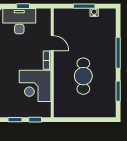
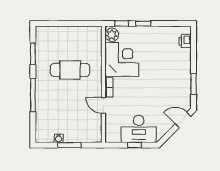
cafe table: (83, 76) -> (70, 70), turned 90
plant: (44, 109) -> (112, 35), added

